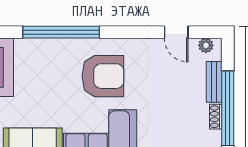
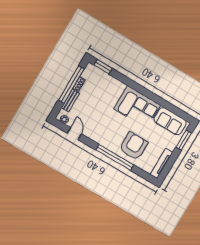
window: (61, 32) -> (115, 157), moved
armchair: (103, 76) -> (133, 146), moved, turned 90

